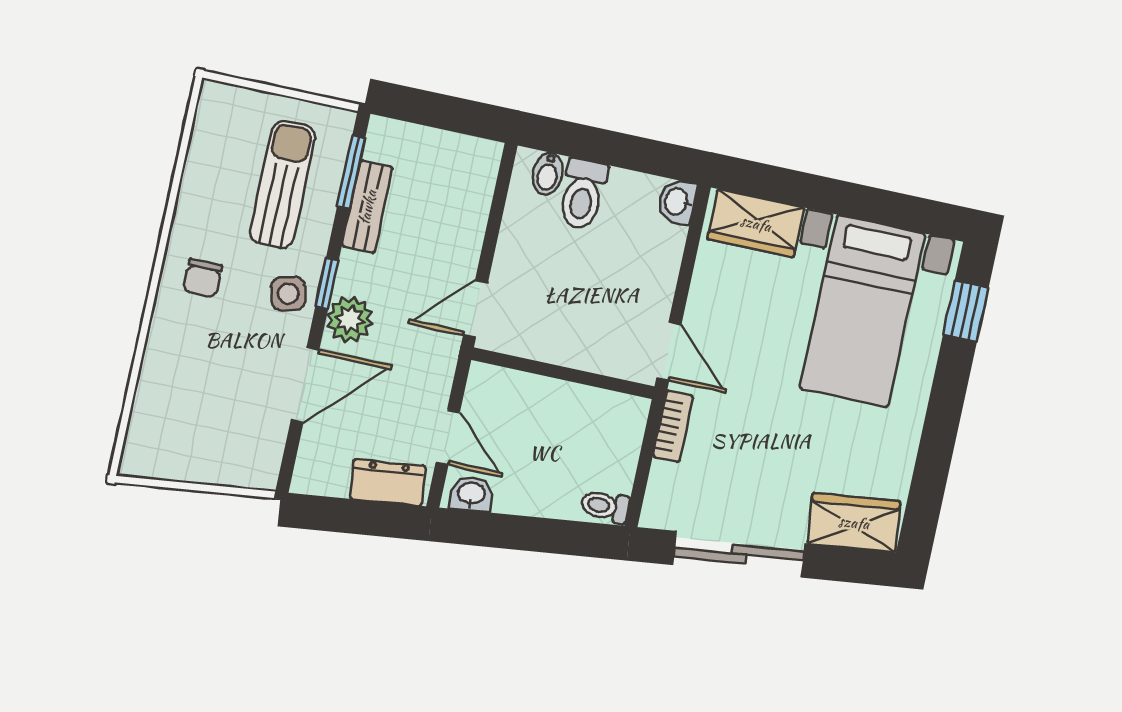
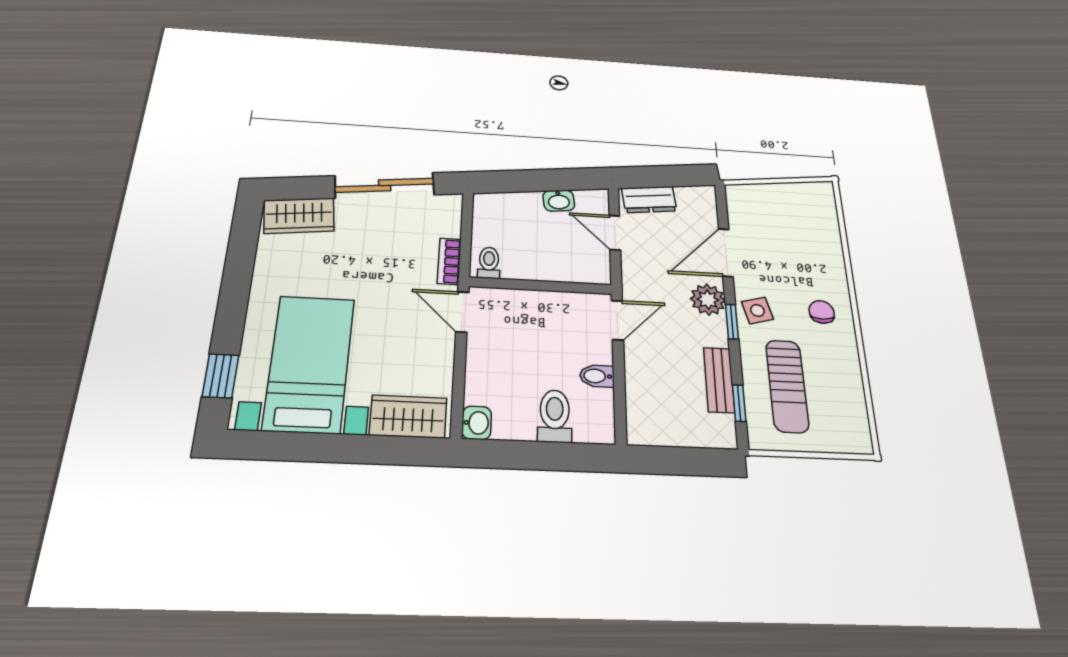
window: (351, 172) -> (739, 403), width x0.67
bidet: (548, 174) -> (597, 376), moved, turned -90
washbasin: (471, 494) -> (559, 201), moved
toilet: (605, 506) -> (489, 263), moved, turned -90

